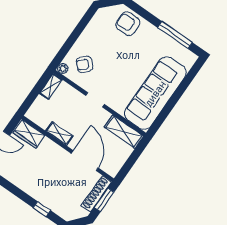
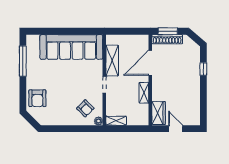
shelving: (124, 132) -> (112, 61), moved

